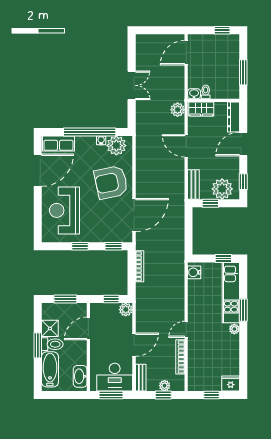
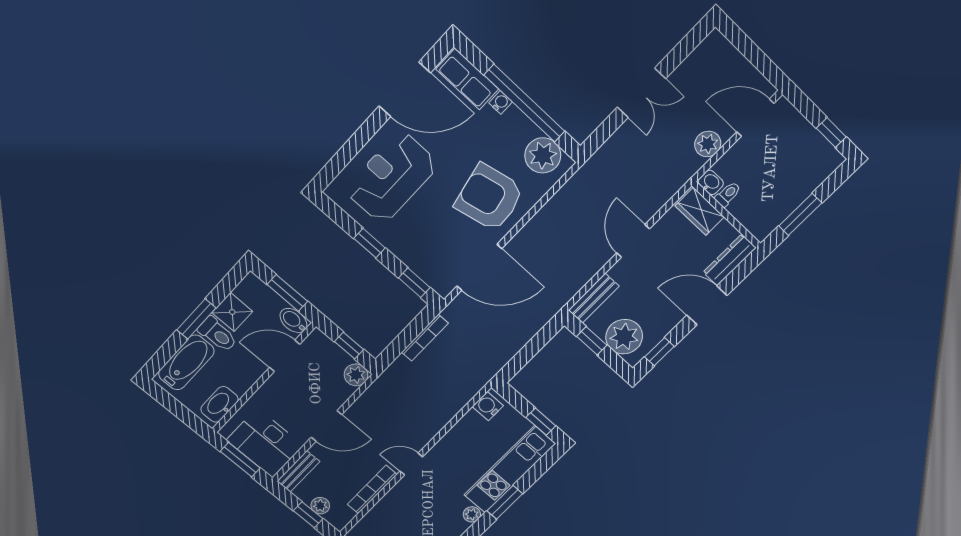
plant: (178, 110) -> (708, 144), moved
water cooler: (101, 140) -> (501, 103), moved
bidet: (78, 309) -> (293, 320), added

